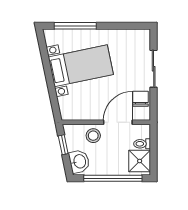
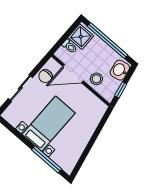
bed with nightstands: (81, 66) -> (49, 124), moved, turned 102

